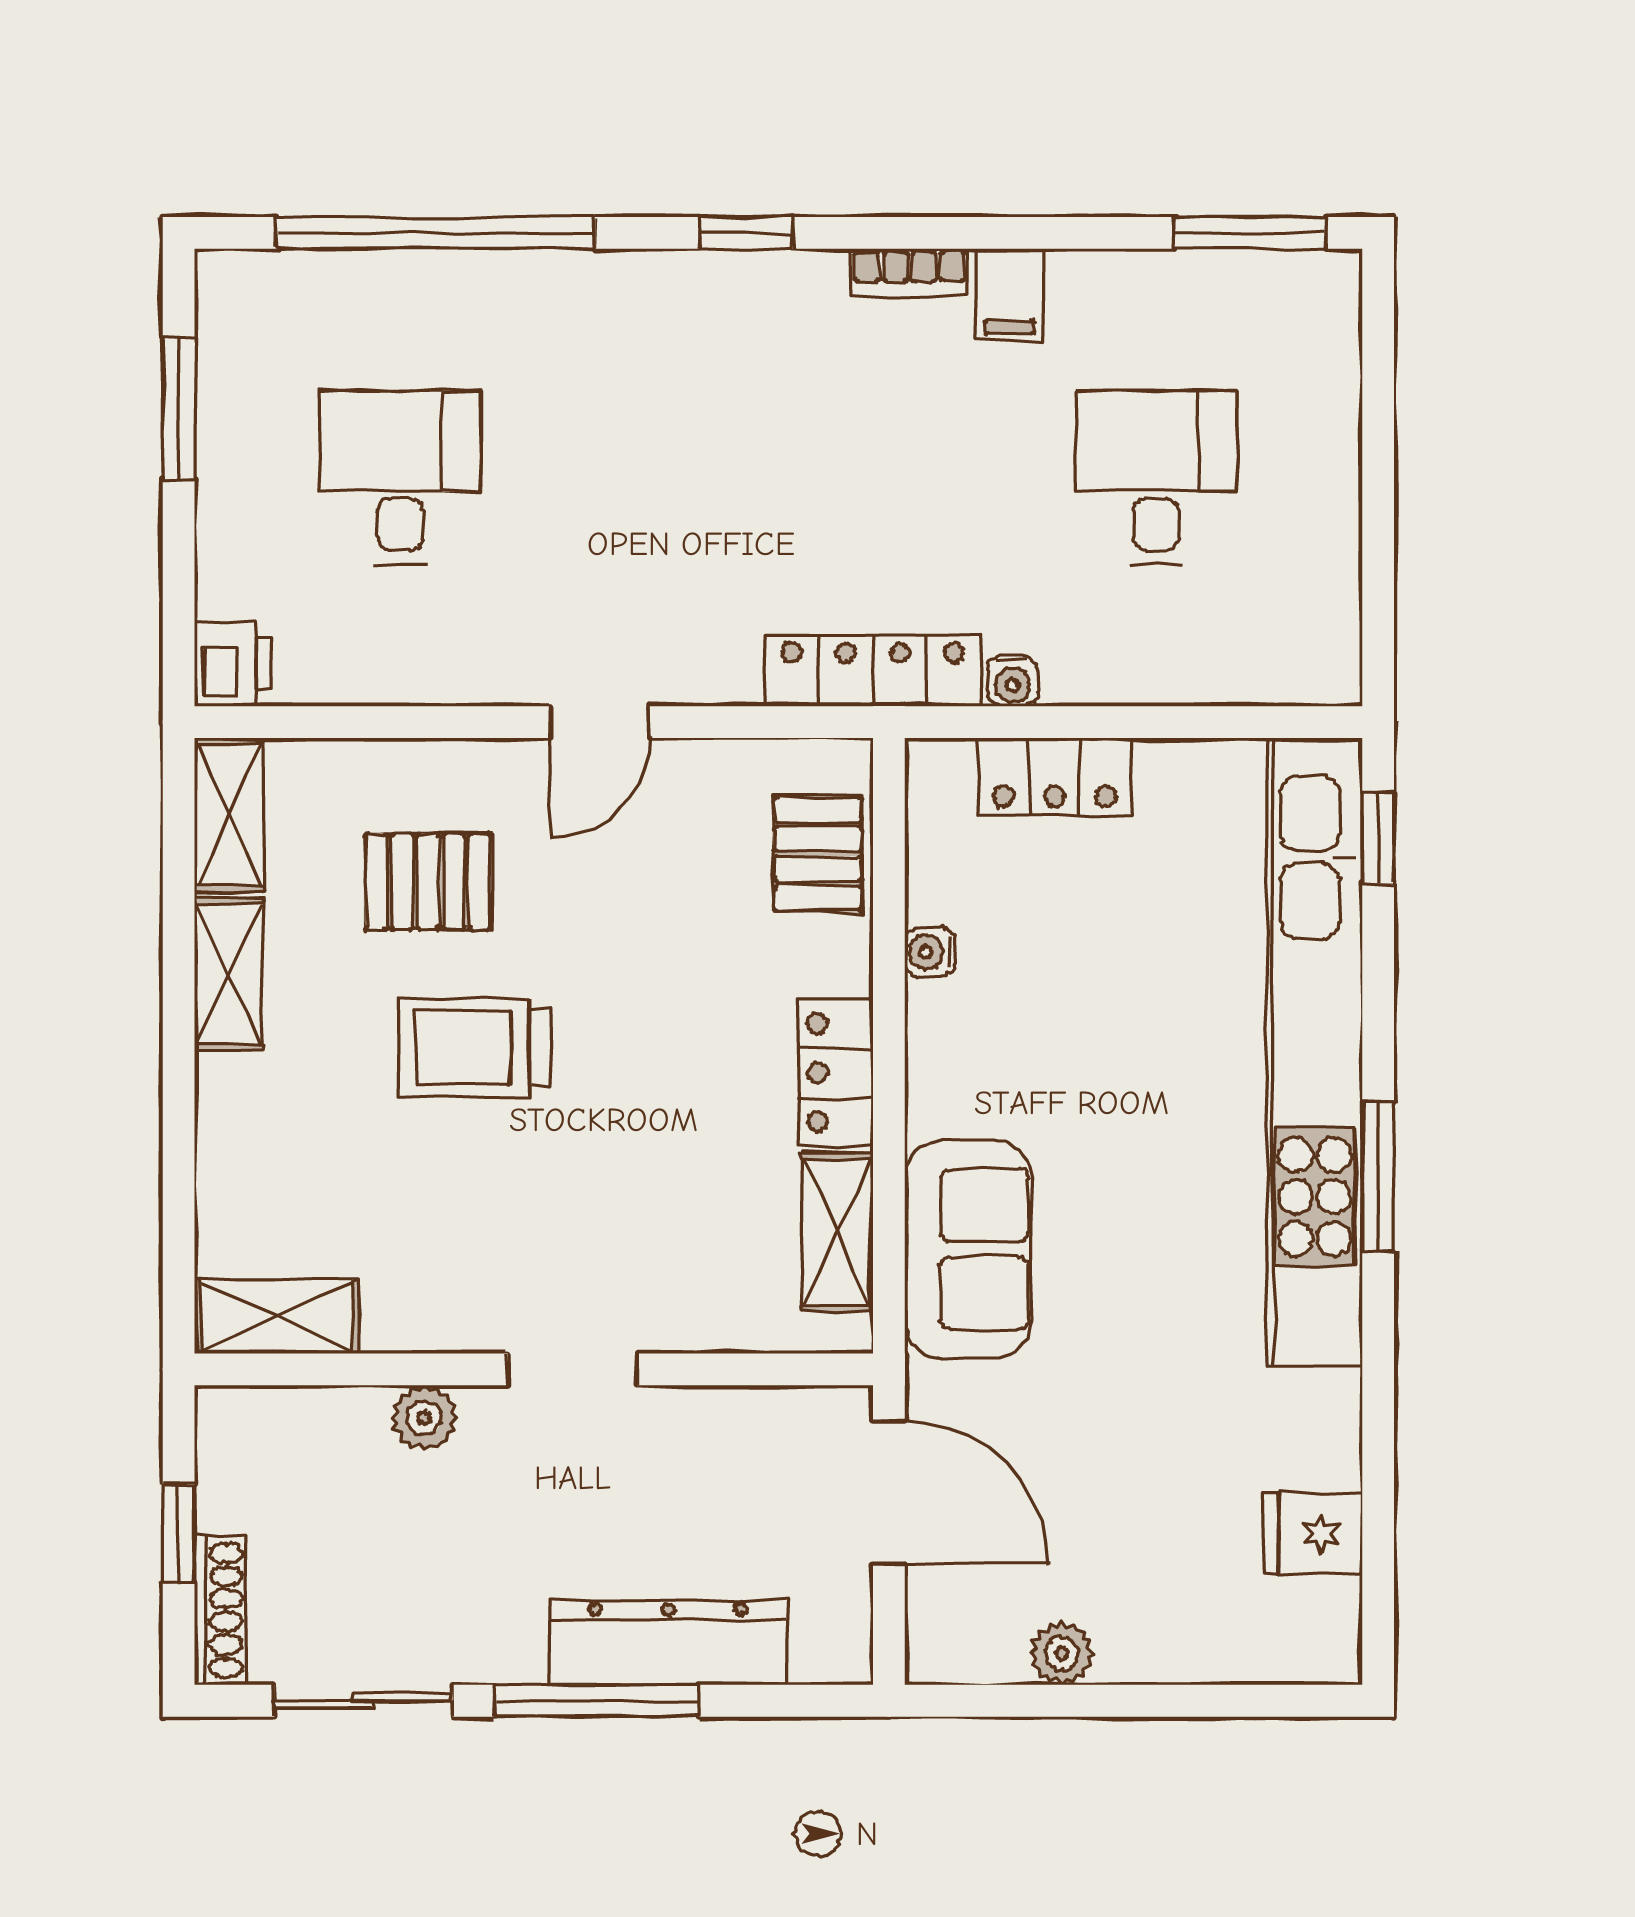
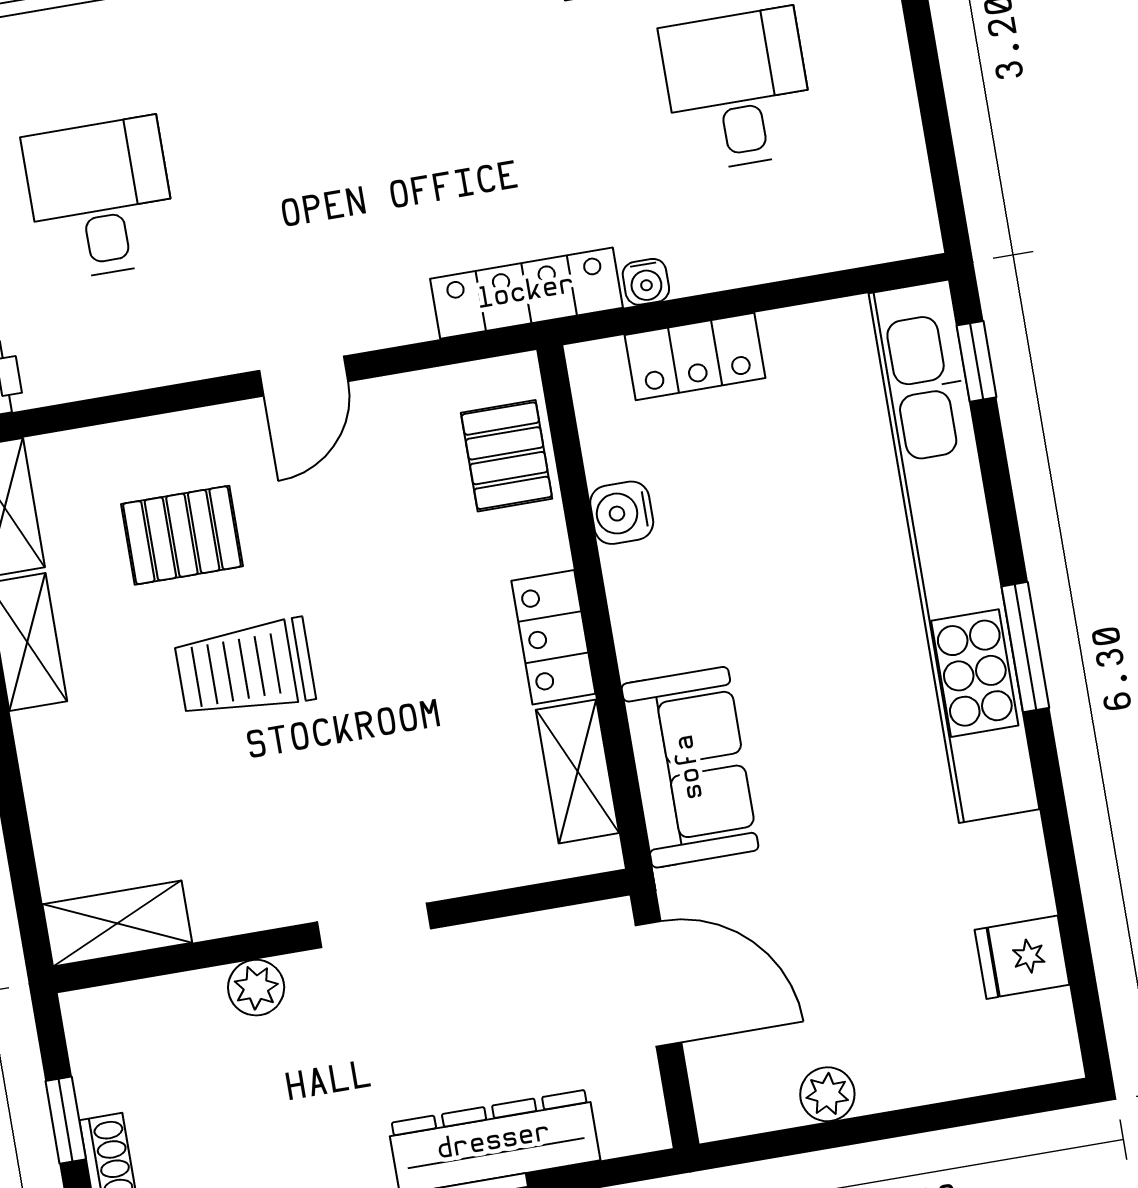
water cooler: (930, 952) -> (622, 513), width x1.38, depth x1.38

